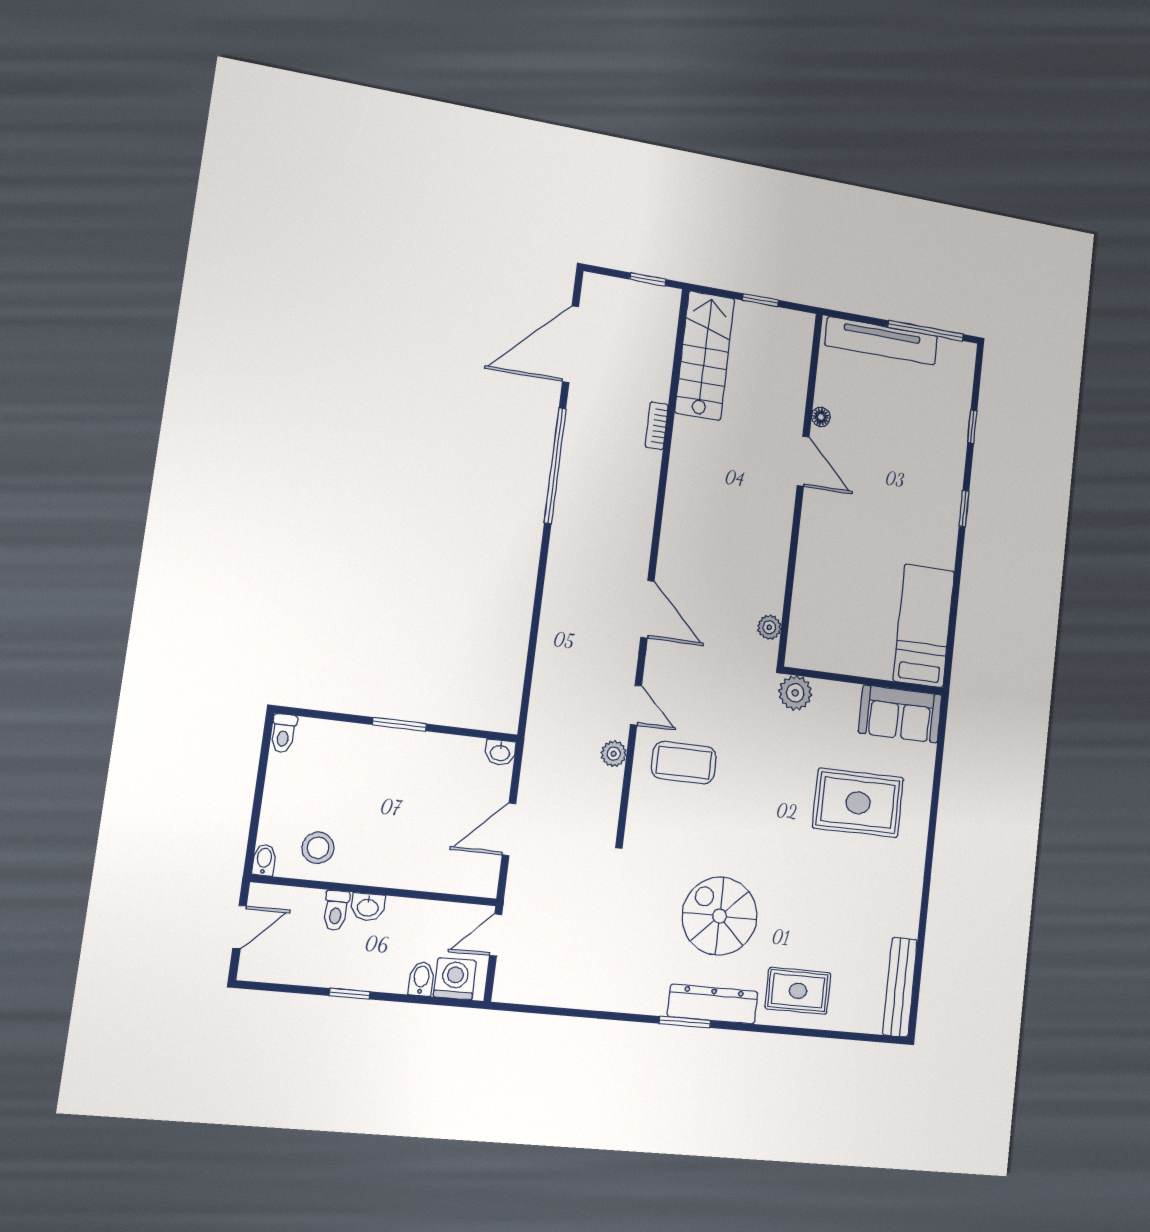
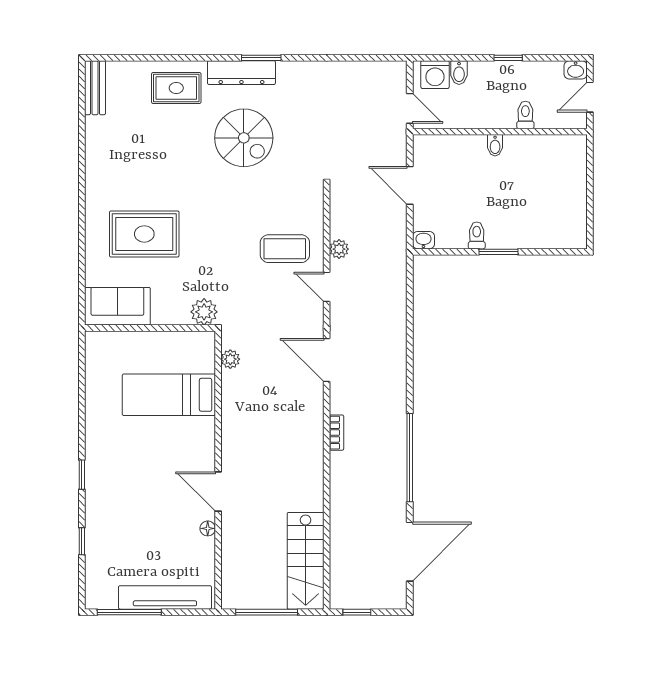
window: (761, 300) -> (267, 612), width x2.17
bookcase: (657, 426) -> (336, 433), moved
bed: (924, 626) -> (169, 395), moved, turned 90
toilet: (283, 733) -> (477, 235), moved
door: (509, 829) -> (410, 185), swing flipped
stool: (318, 848) -> (544, 158), removed
bidet: (264, 860) -> (495, 145), moved
washbasin: (368, 907) -> (576, 70), moved, turned 180
door: (496, 935) -> (410, 108), hinge flipped
bench: (900, 987) -> (95, 88), width x0.73

